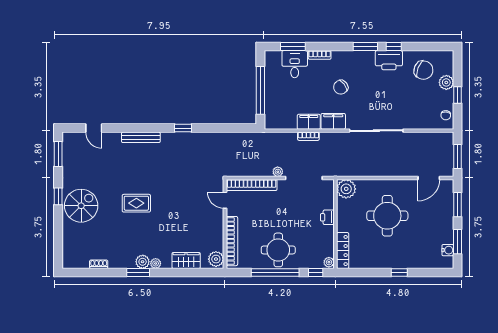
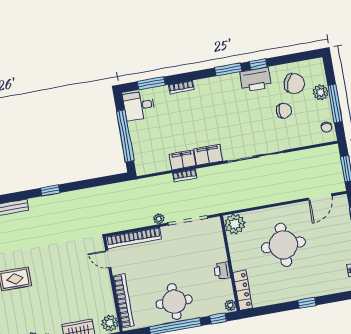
desk: (295, 64) -> (139, 106), moved, turned -90
chair: (341, 87) -> (284, 111), moved, turned -143
window: (458, 95) -> (335, 103), width x2.17
printer: (327, 217) -> (222, 270), moved

